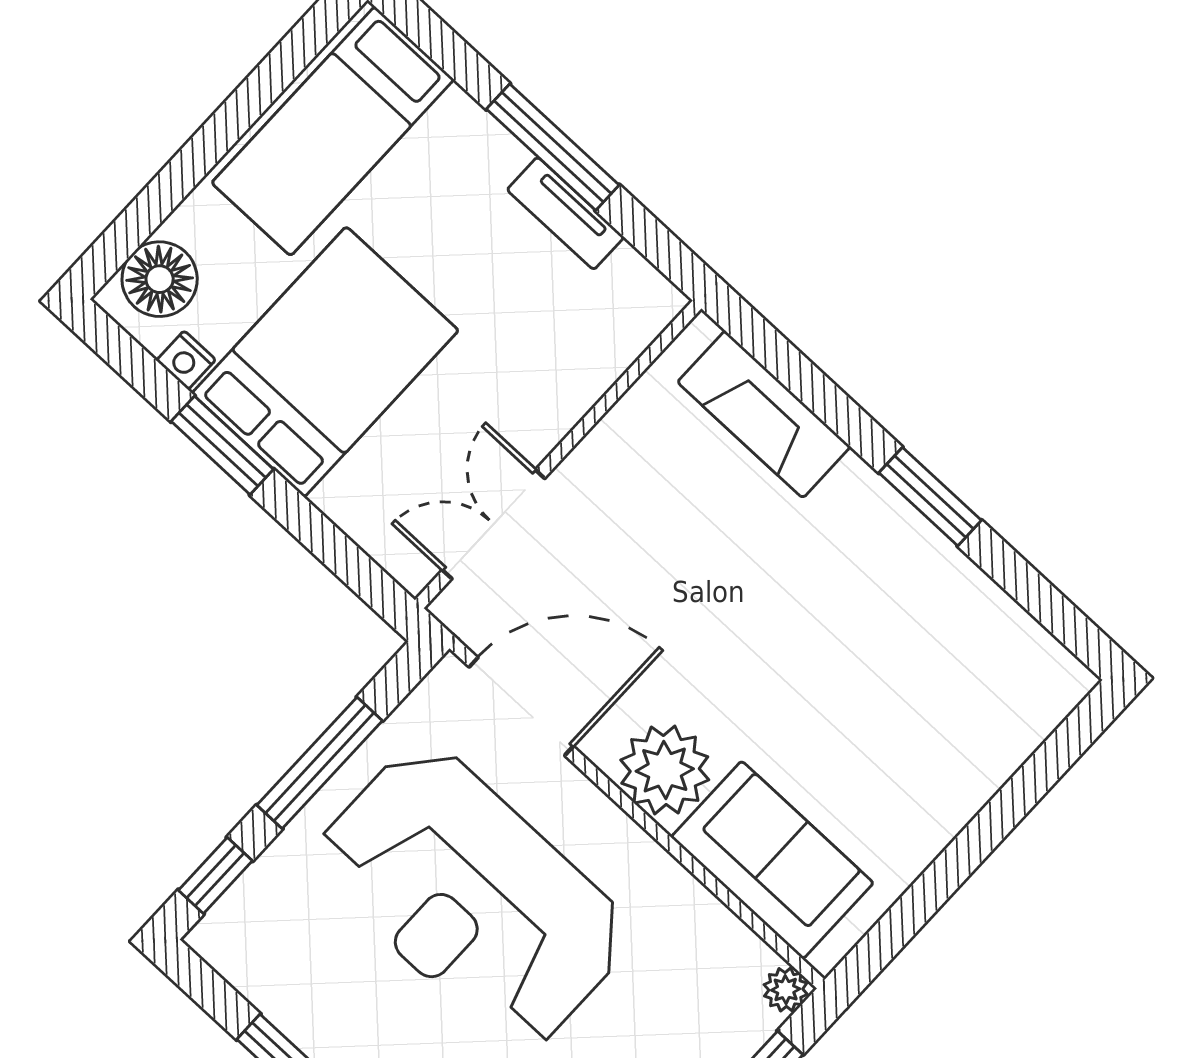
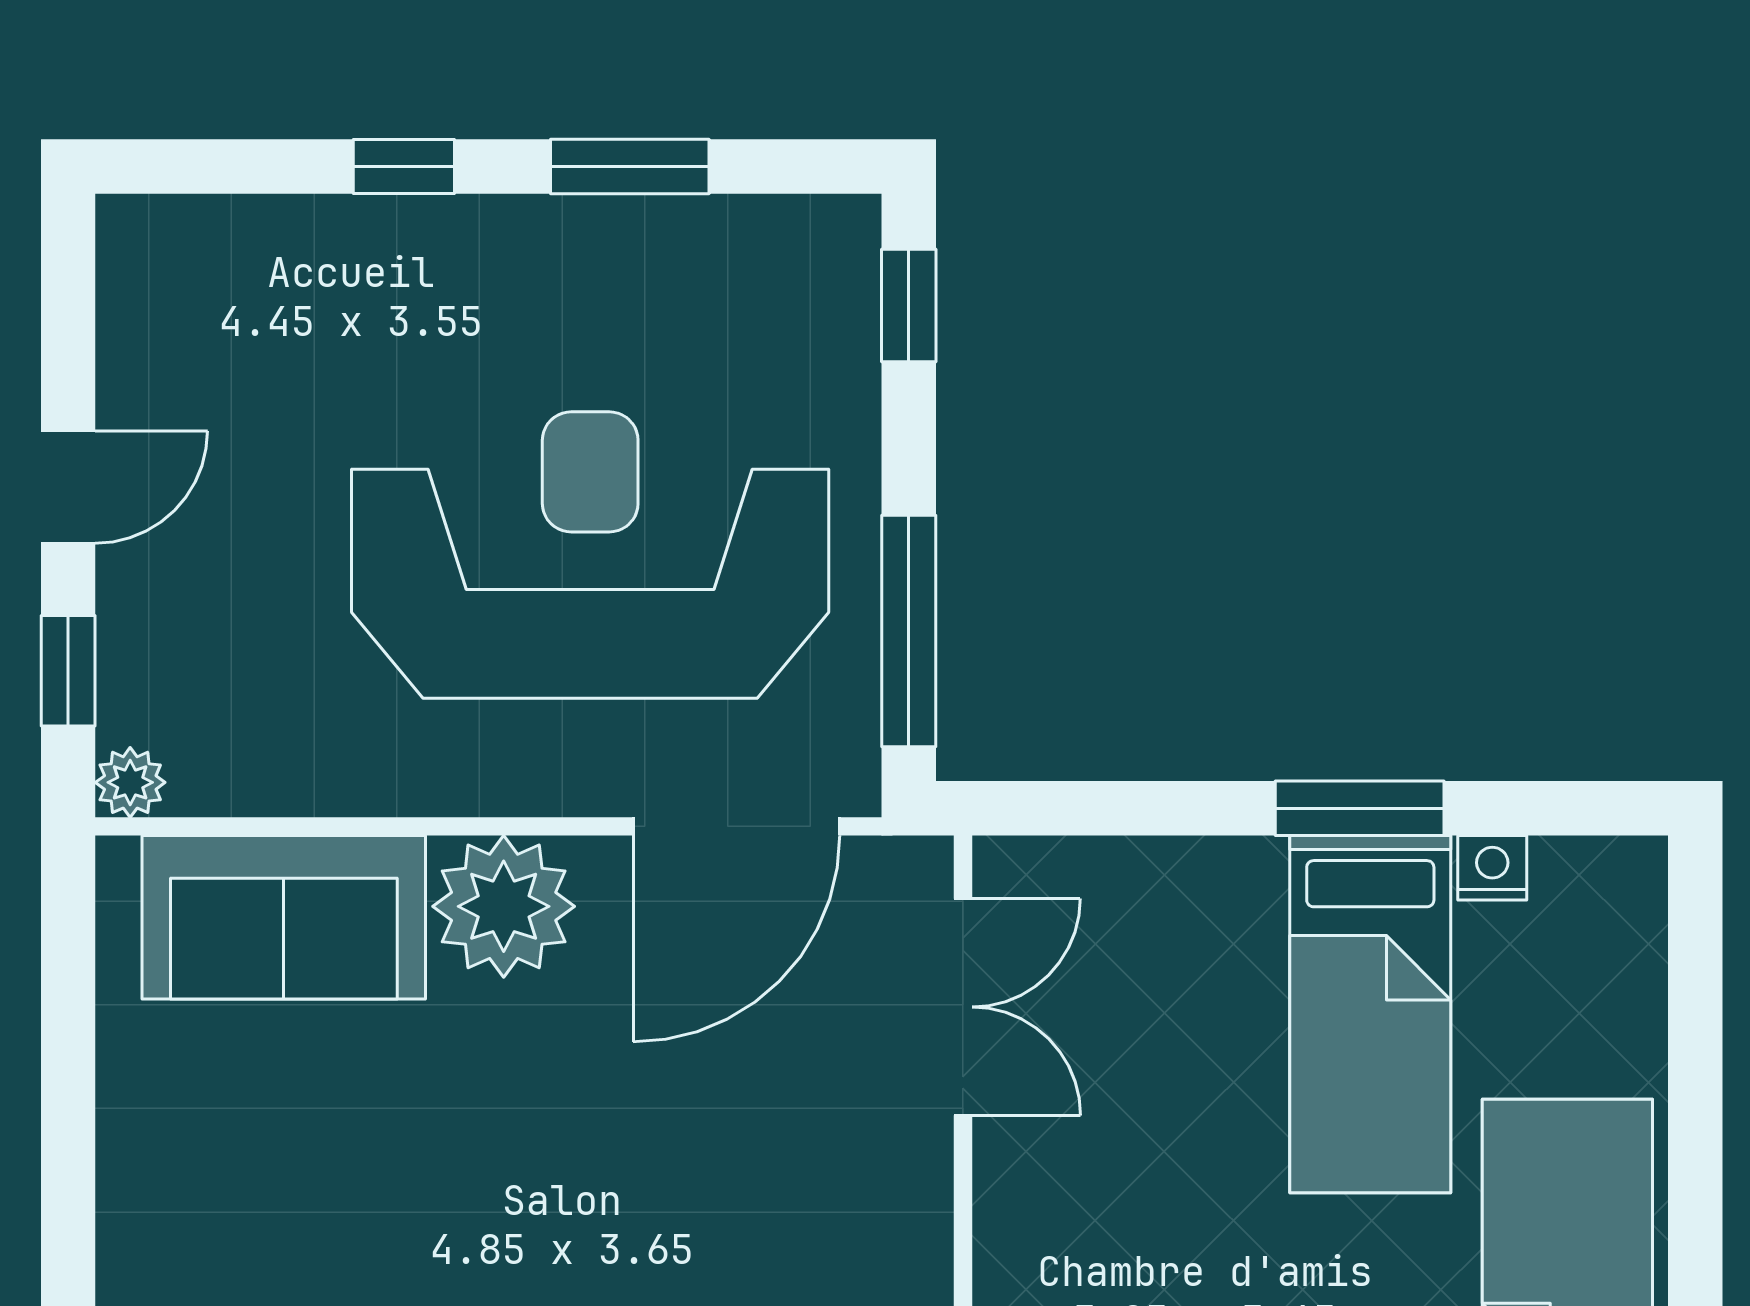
floor lamp: (160, 279) -> (1609, 933), removed
bed: (325, 362) -> (1370, 1014), width x0.67
window: (320, 763) -> (909, 631), moved

